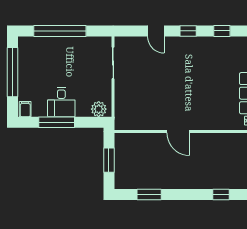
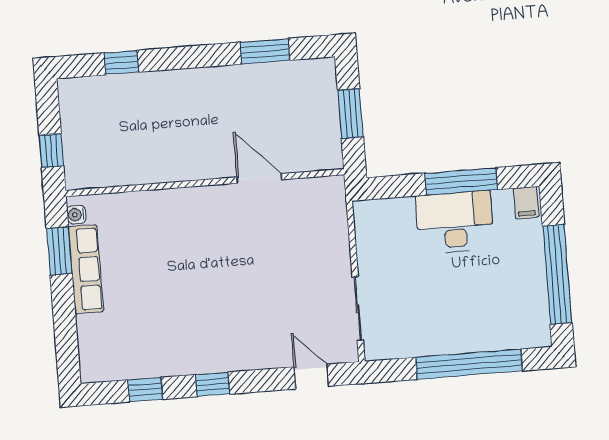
door: (156, 31) -> (311, 377), moved
desk: (61, 102) -> (455, 222), width x1.37
plant: (99, 109) -> (379, 214), removed
door: (178, 132) -> (259, 178), moved

